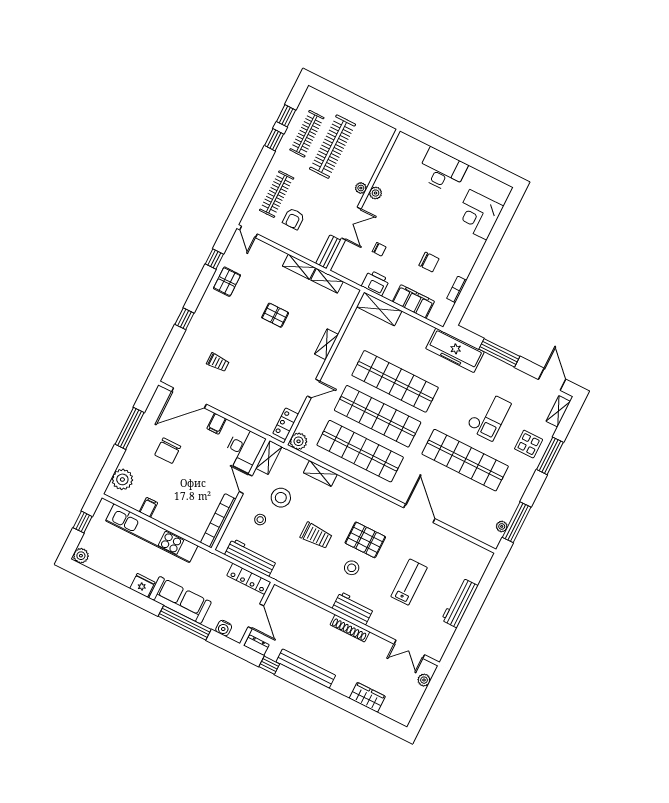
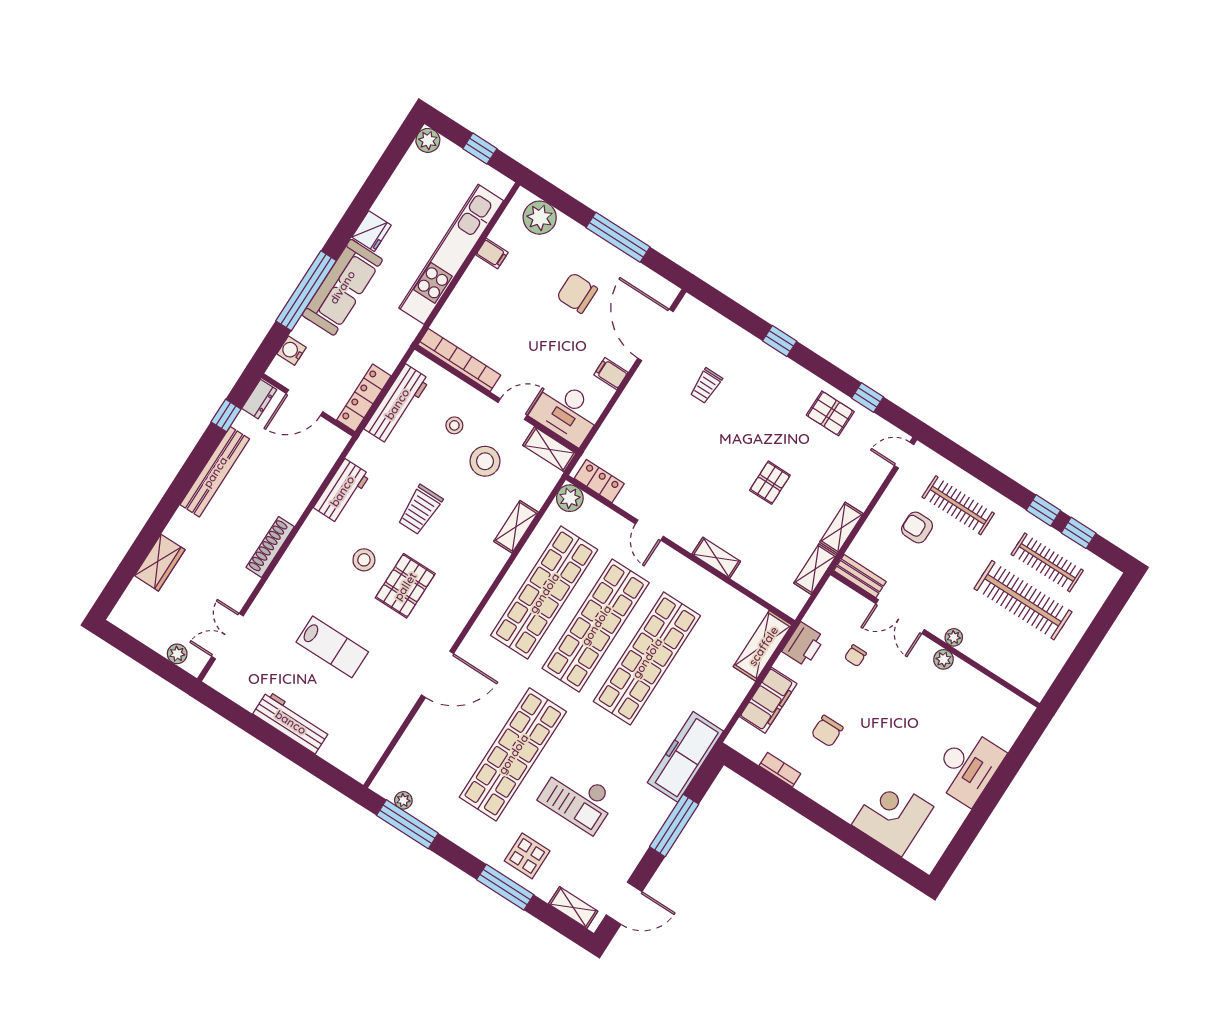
workbench: (353, 608) -> (342, 491), moved

